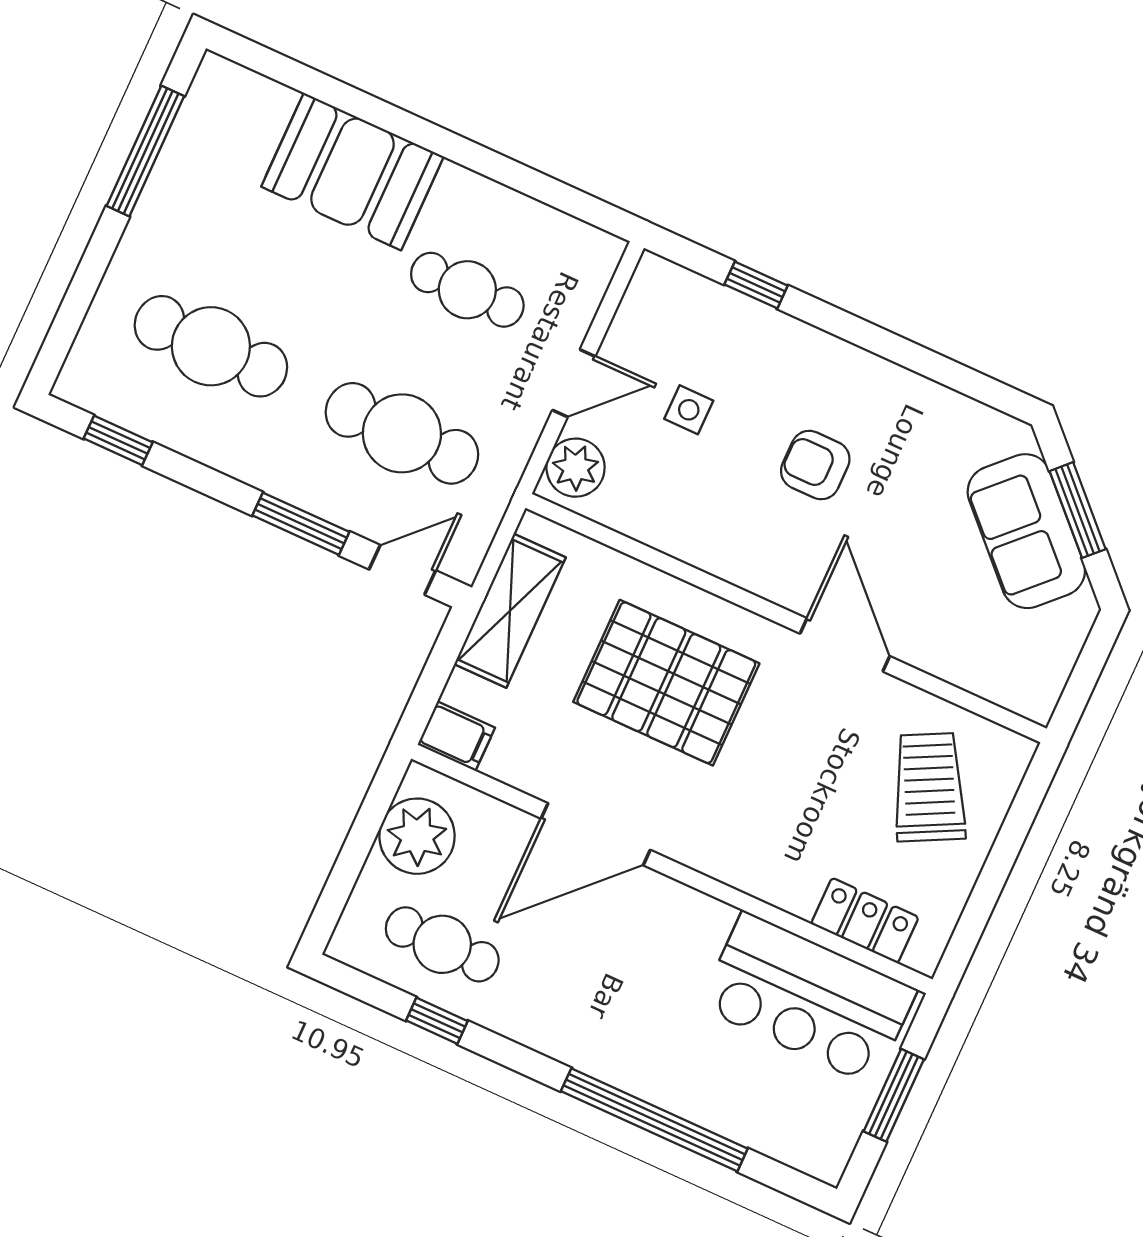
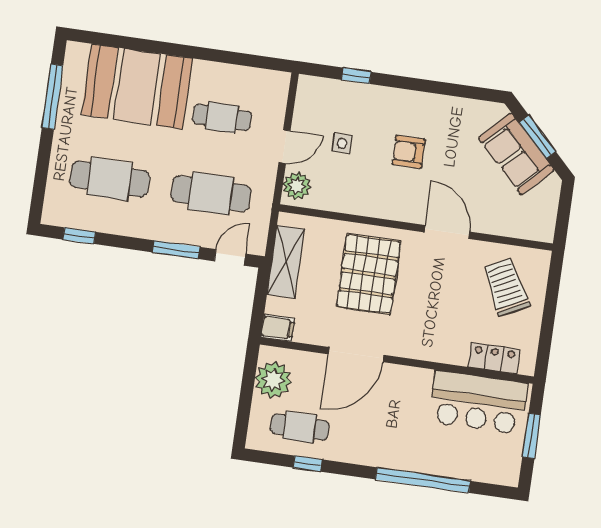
booth: (352, 172) -> (137, 87), width x1.36, depth x1.42
pallet: (666, 683) -> (369, 274), turned 90

